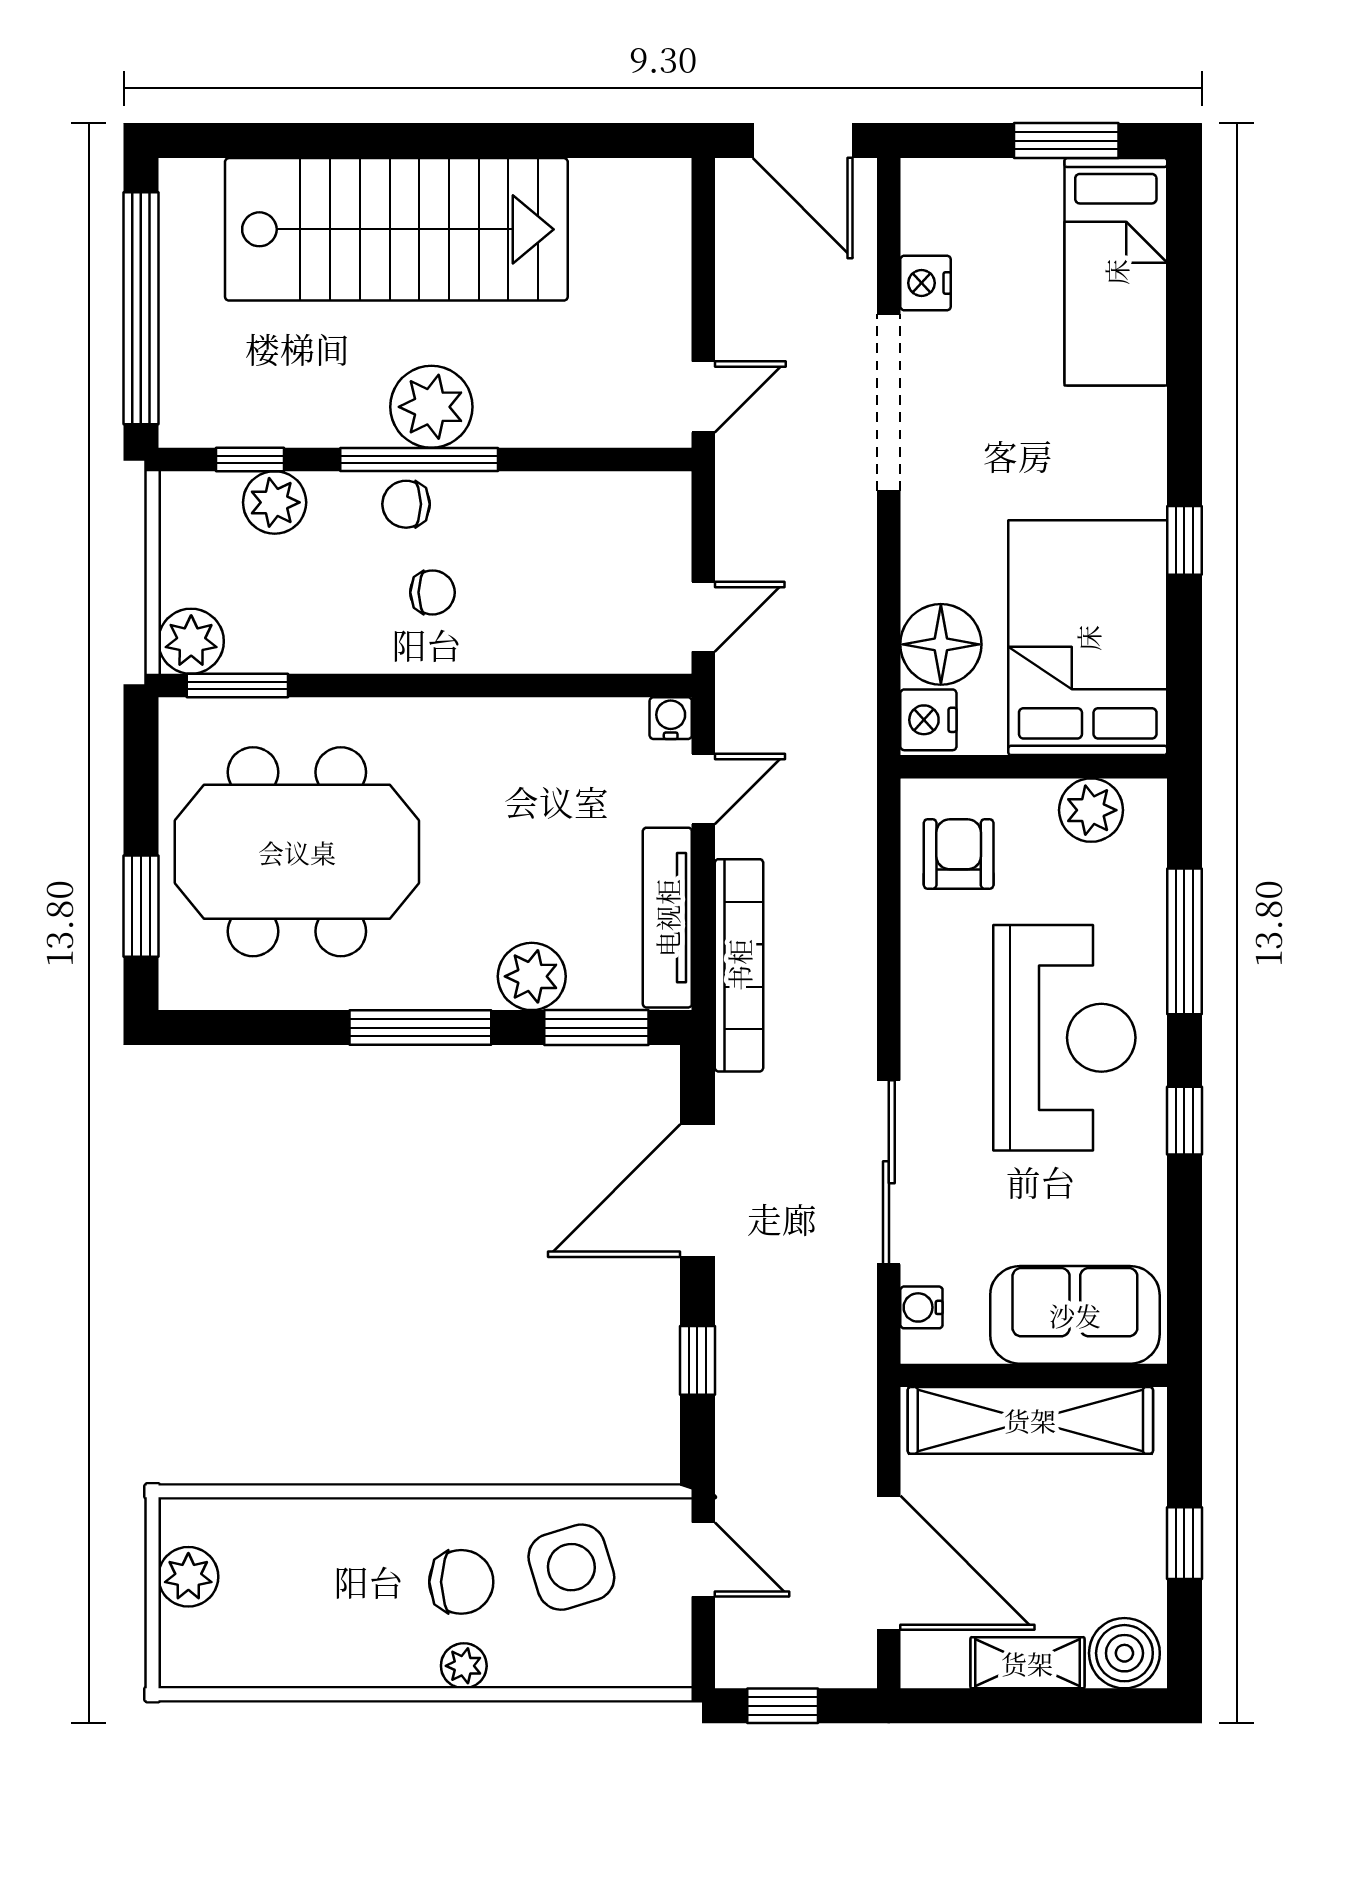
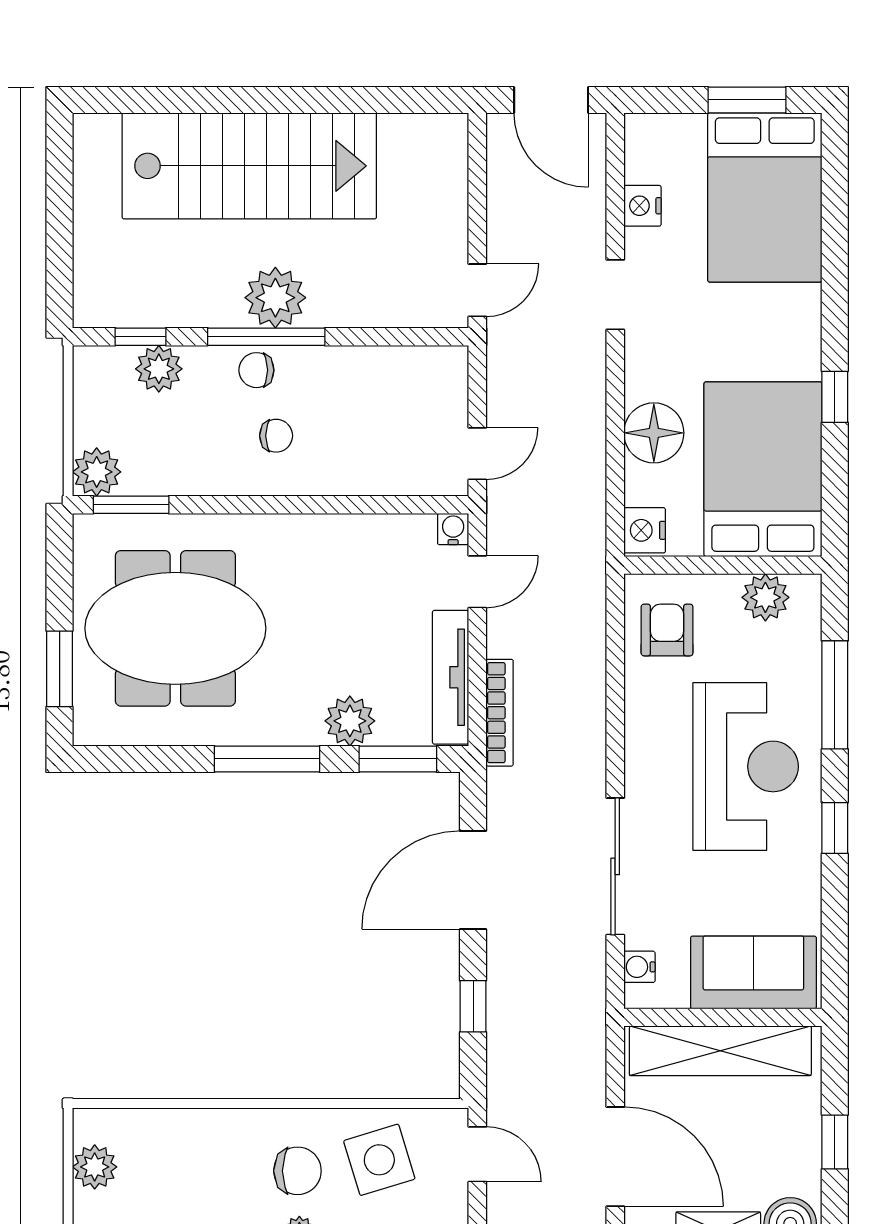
bed: (1116, 272) -> (765, 197), width x1.50
window: (141, 308) -> (60, 225), removed
doorway: (889, 403) -> (615, 295), width x0.53
floor lamp: (941, 644) -> (654, 433), moved
bookcase: (739, 965) -> (500, 713), width x0.68, depth x0.76

